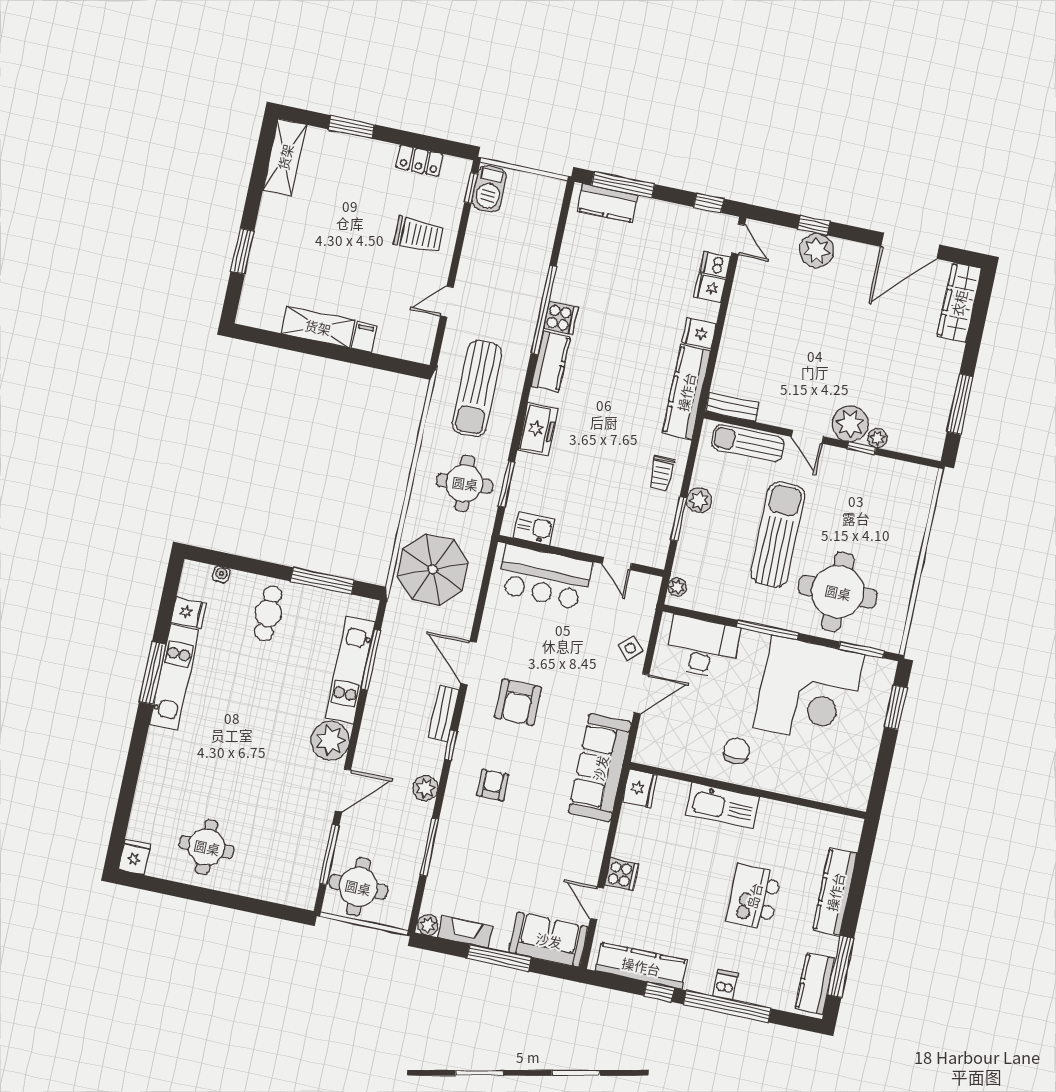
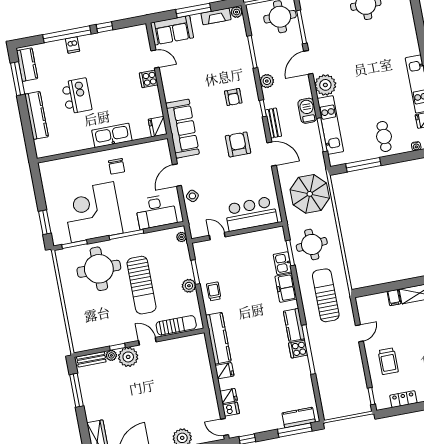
barbecue: (489, 189) -> (307, 111), moved
trolley: (419, 235) -> (388, 361), turned -90
bench: (732, 407) -> (91, 359), moved
kitchen sink: (534, 528) -> (283, 263), moved, turned 90
kitchen counter: (641, 966) -> (119, 37), removed

